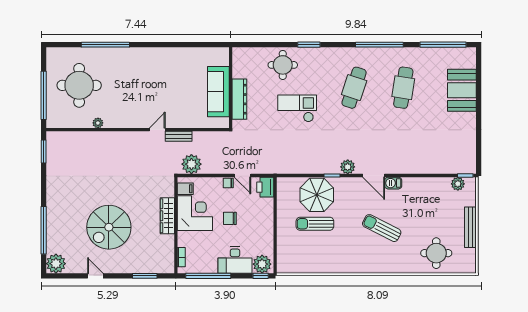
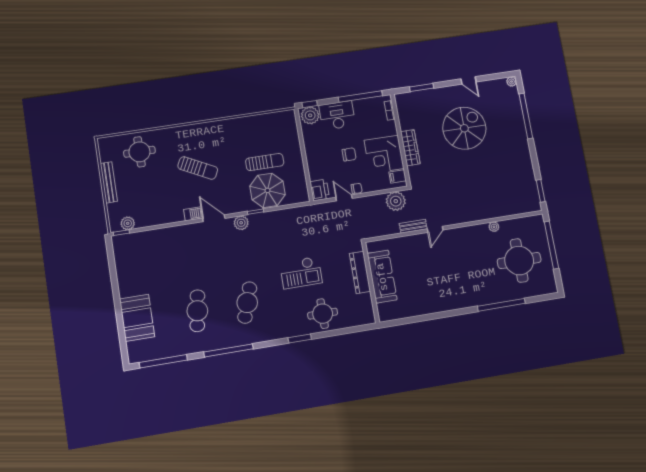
plant: (56, 264) -> (512, 82), width x0.53, depth x0.53

